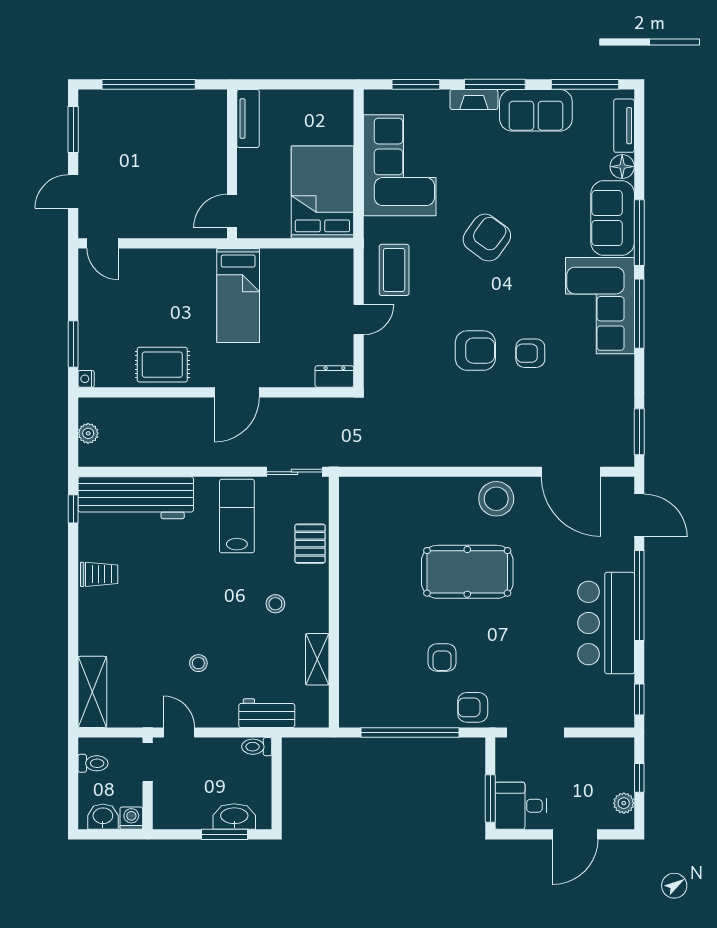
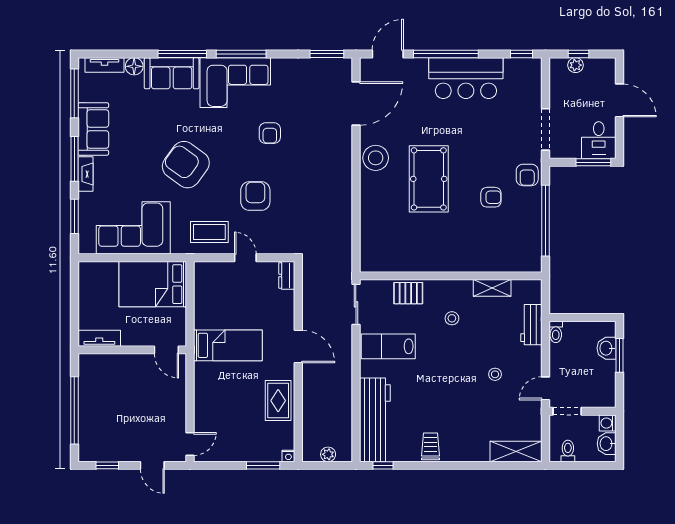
window: (73, 129) -> (107, 465), width x0.67
armchair: (487, 238) -> (186, 165), width x1.36, depth x1.36
armchair: (475, 351) -> (255, 196), moved
plant: (624, 803) -> (576, 65), moved
washbasin: (234, 816) -> (606, 348), width x0.72

